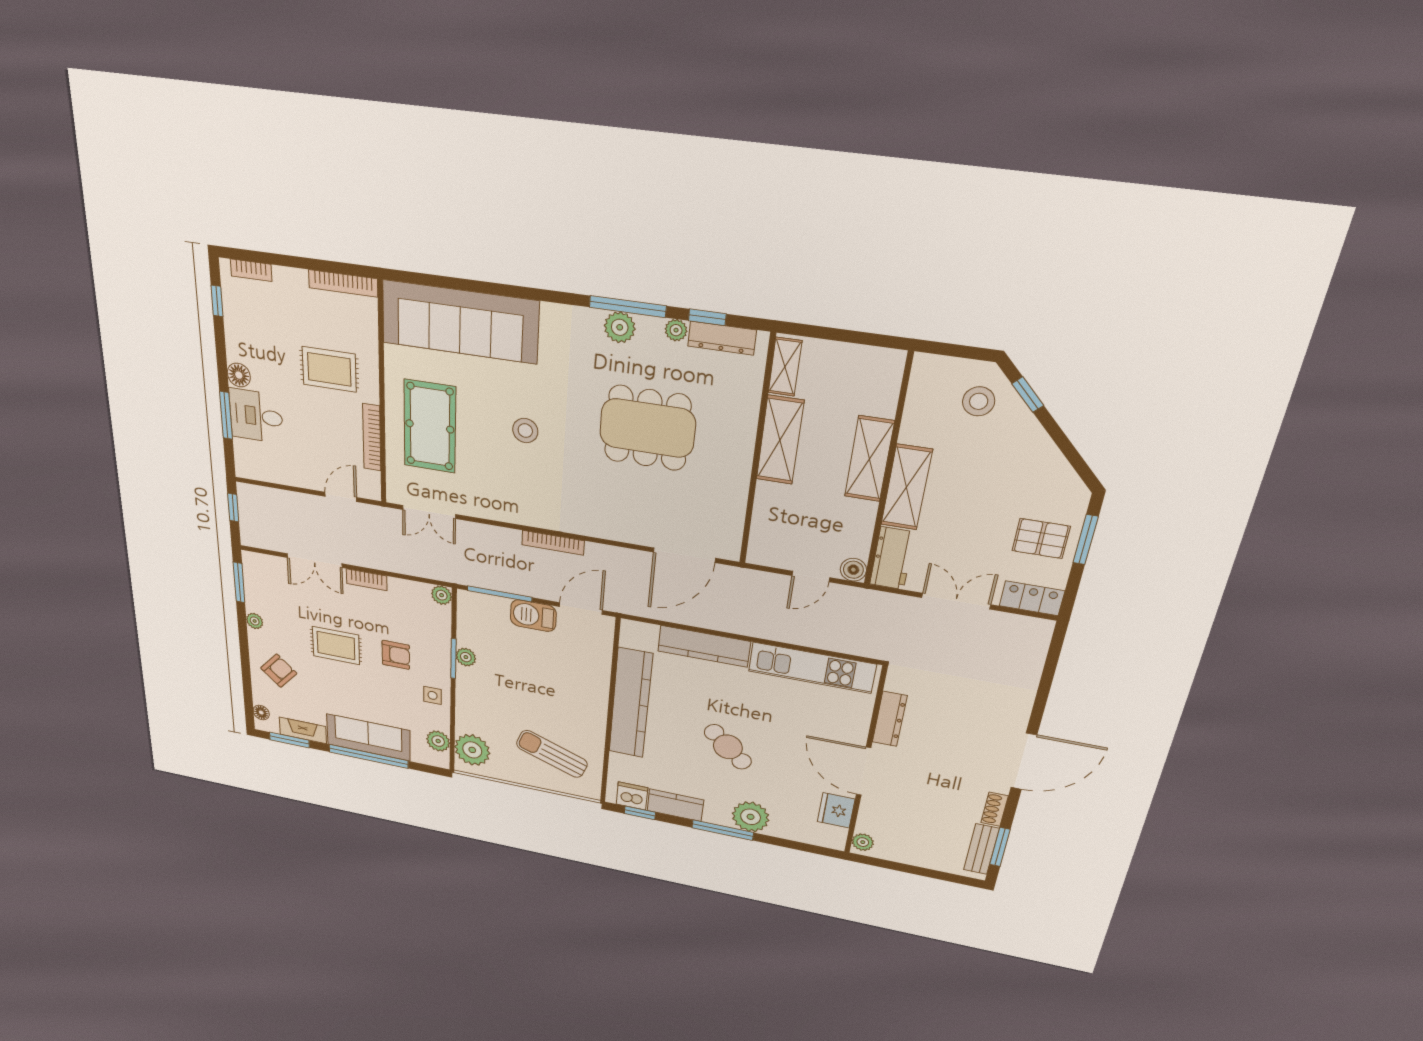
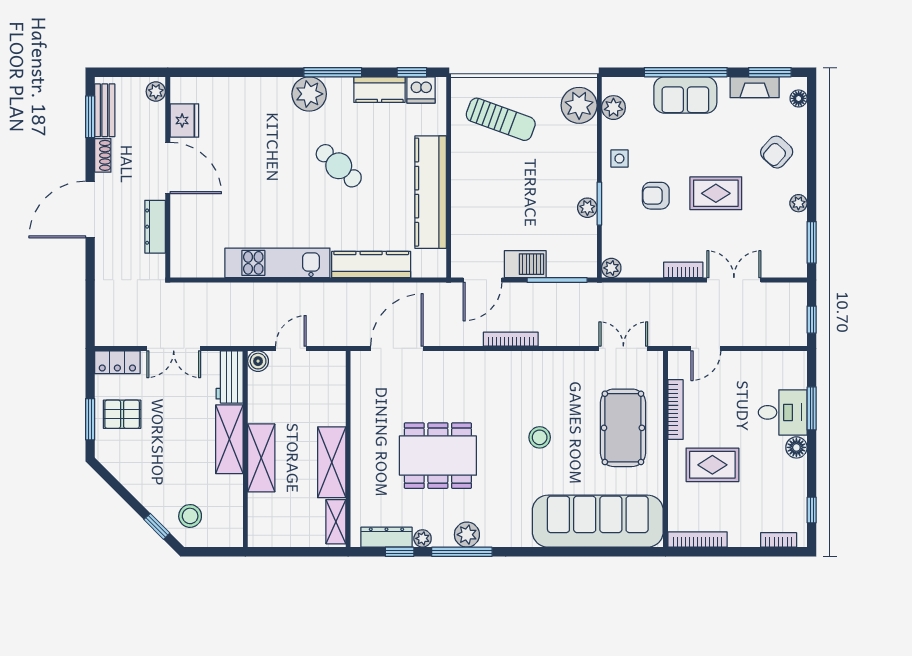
dresser: (890, 719) -> (155, 227), moved
sofa: (368, 737) -> (685, 95), width x0.73
wall: (865, 763) -> (168, 177), moved
door: (864, 771) -> (168, 168), moved
fridge: (836, 810) -> (184, 120), moved
plant: (863, 842) -> (156, 91), moved

